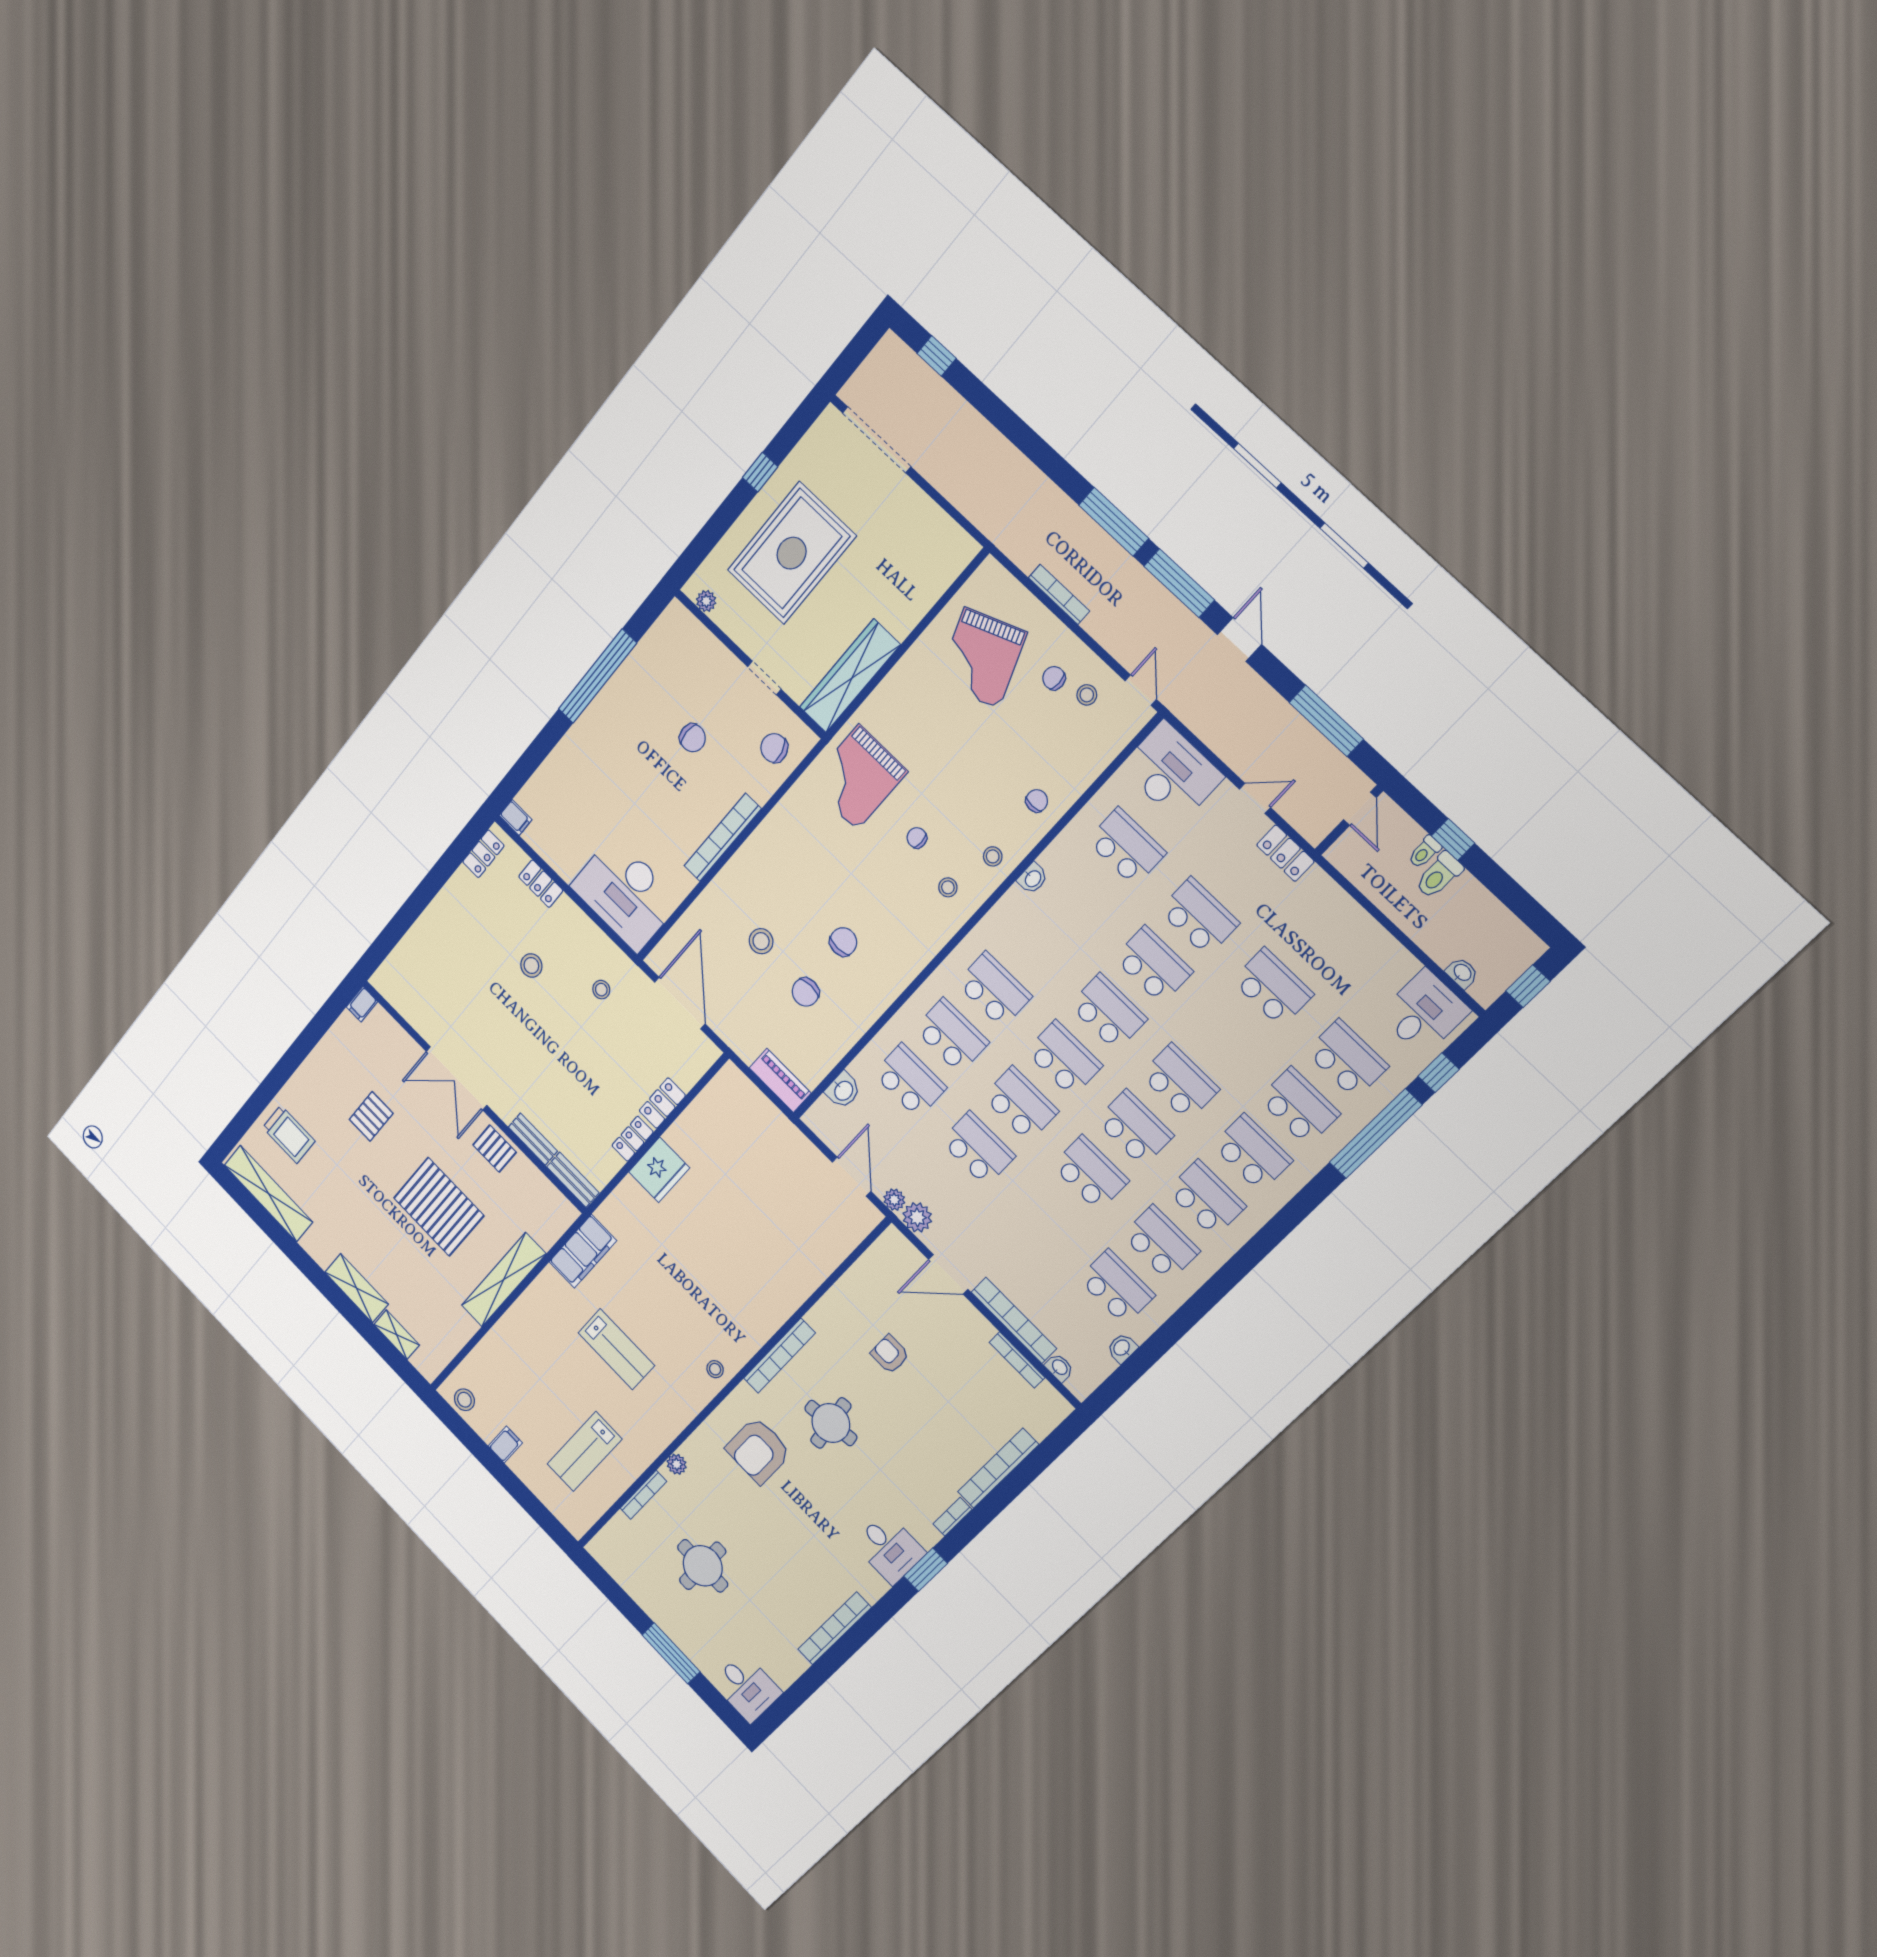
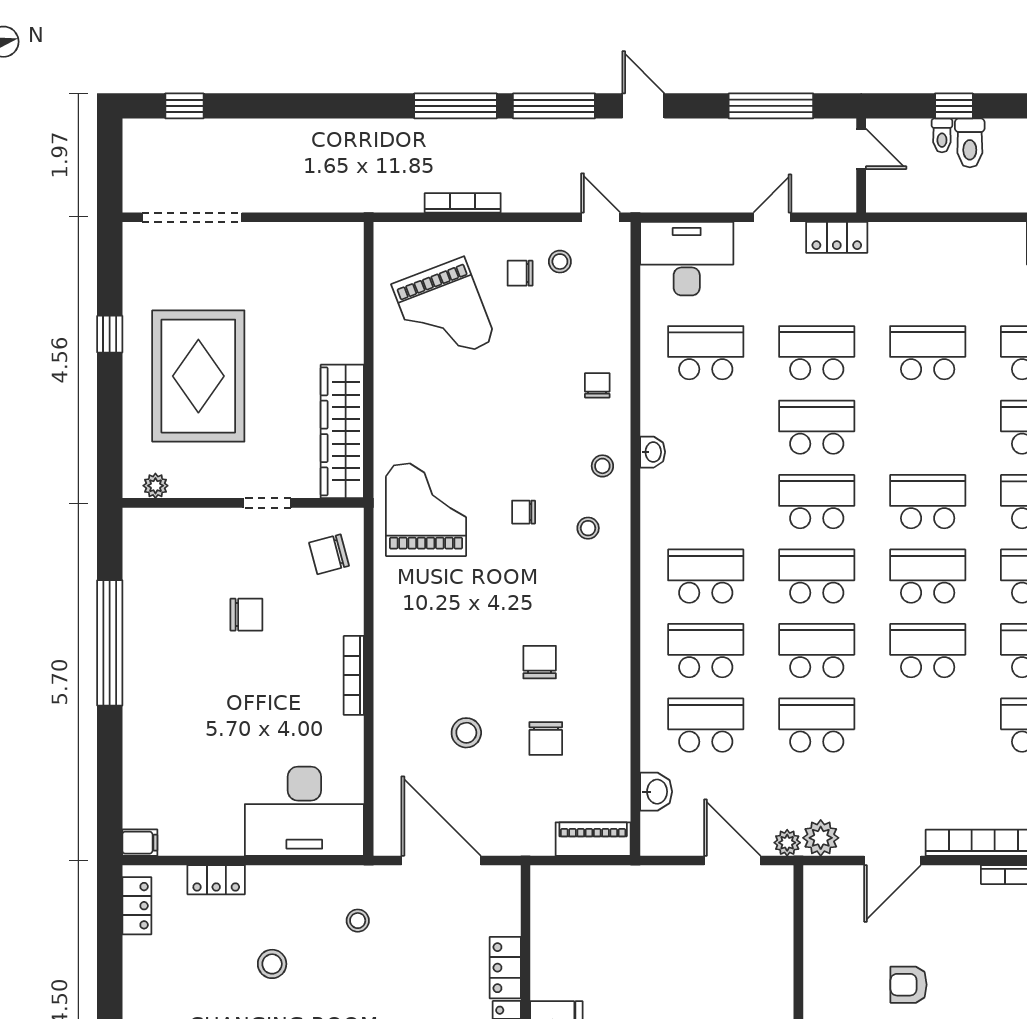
grand piano: (858, 777) -> (426, 510), turned 180
bookcase: (723, 837) -> (354, 675), width x0.68, depth x0.76

